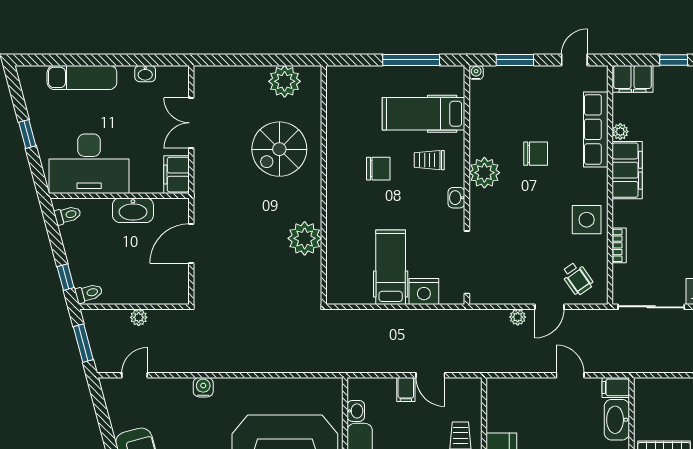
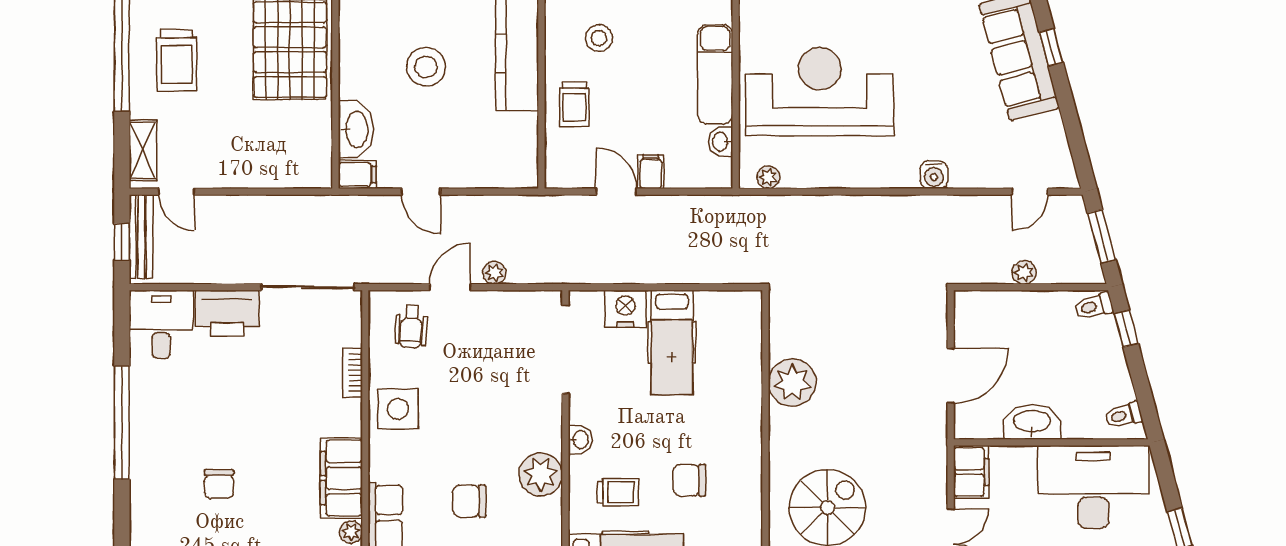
wheelchair: (577, 278) -> (411, 327), turned -141
plant: (322, 385) -> (768, 177), added

